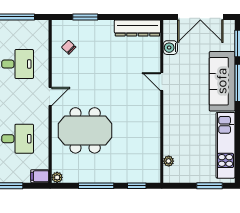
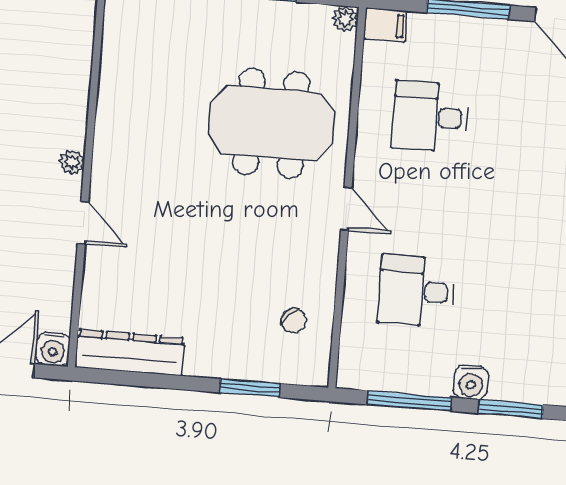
water cooler: (170, 48) -> (53, 349), moved, turned 90
door: (50, 97) -> (346, 209), swing flipped
plant: (169, 161) -> (72, 162), moved

